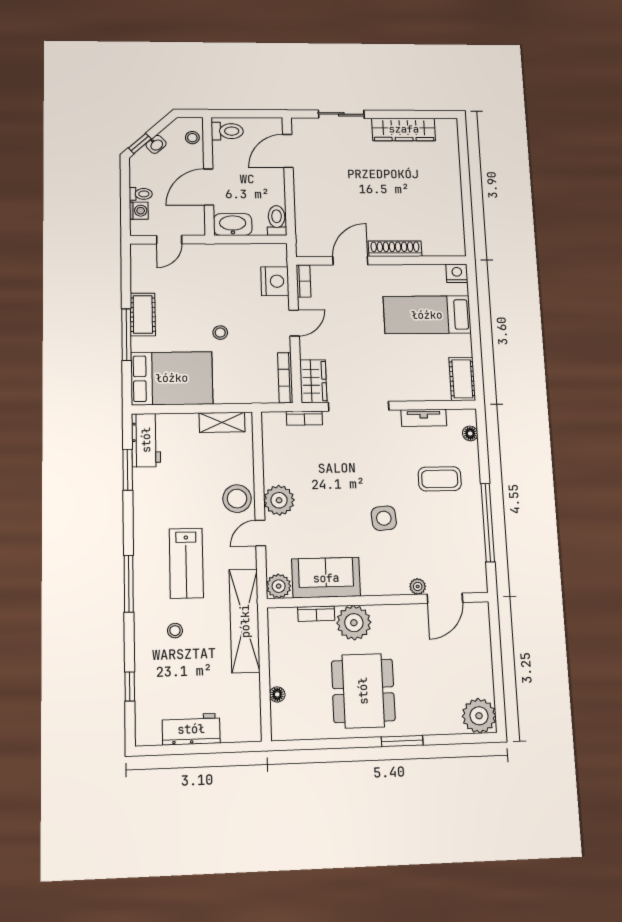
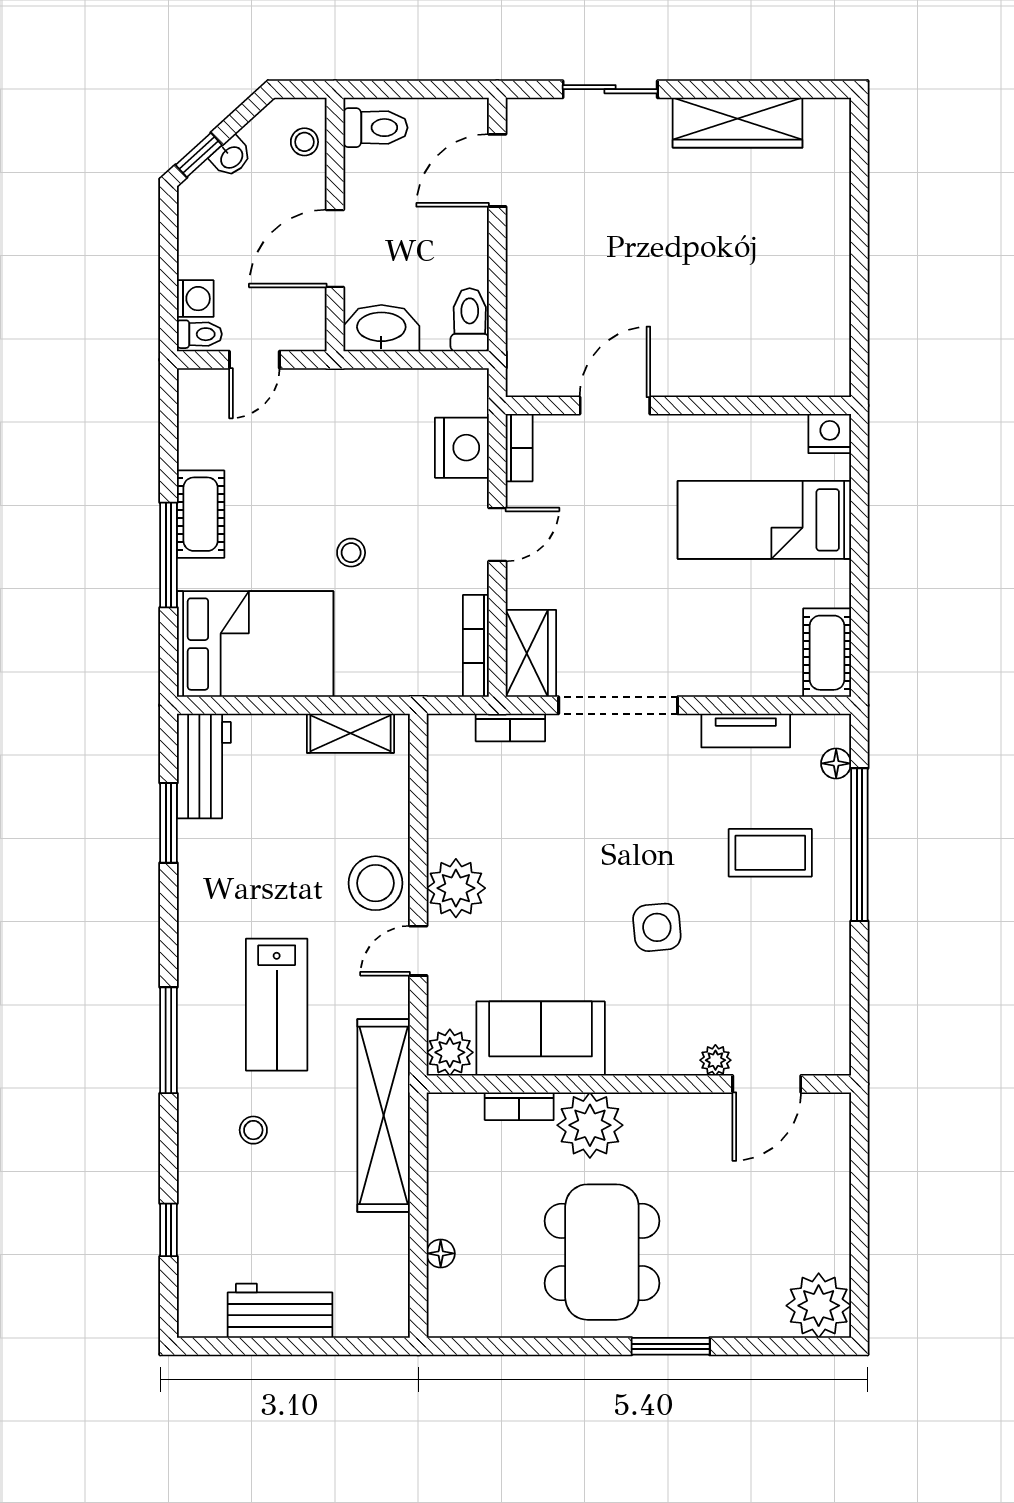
toilet: (141, 194) -> (199, 334), moved
shoe rack: (395, 249) -> (707, 381), removed
window: (488, 522) -> (859, 845), moved

